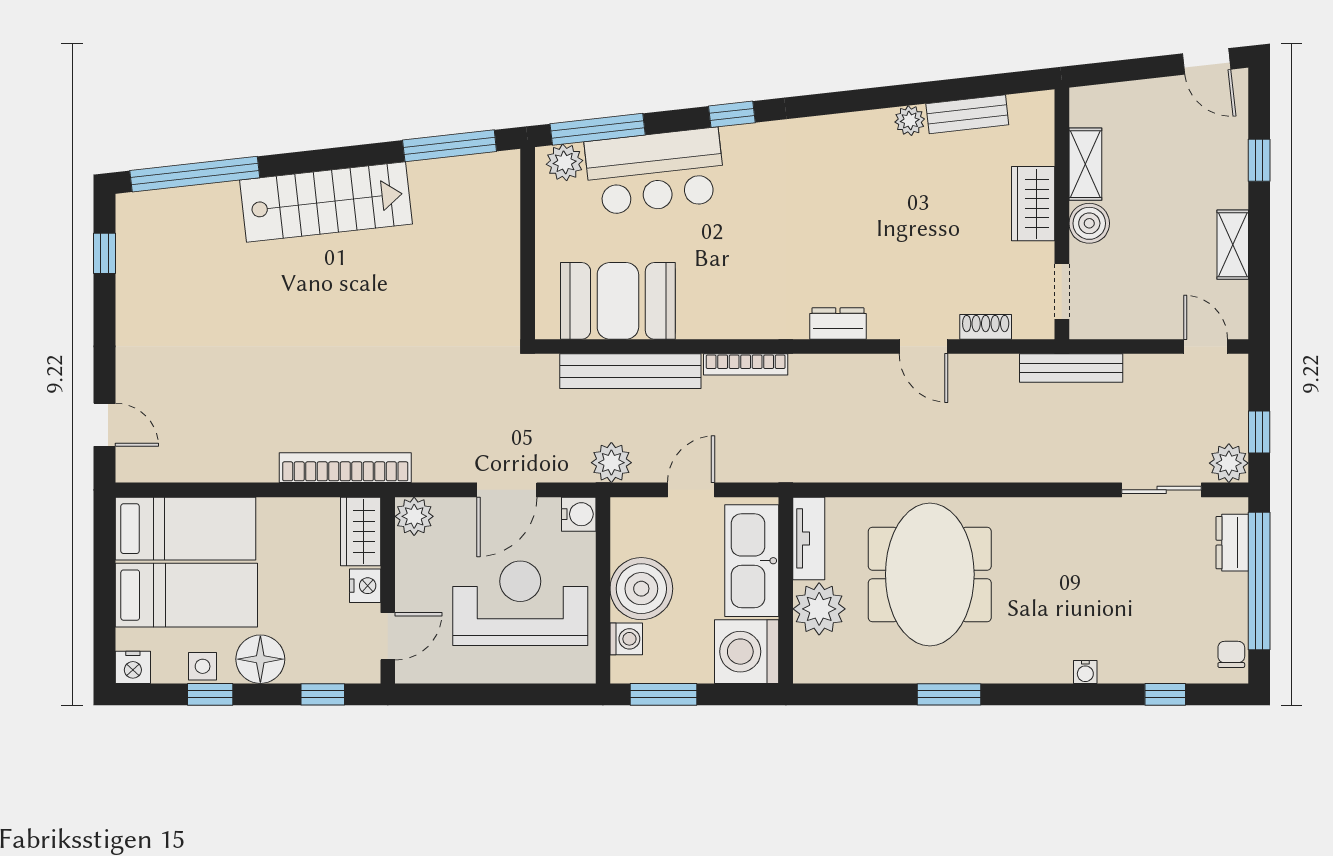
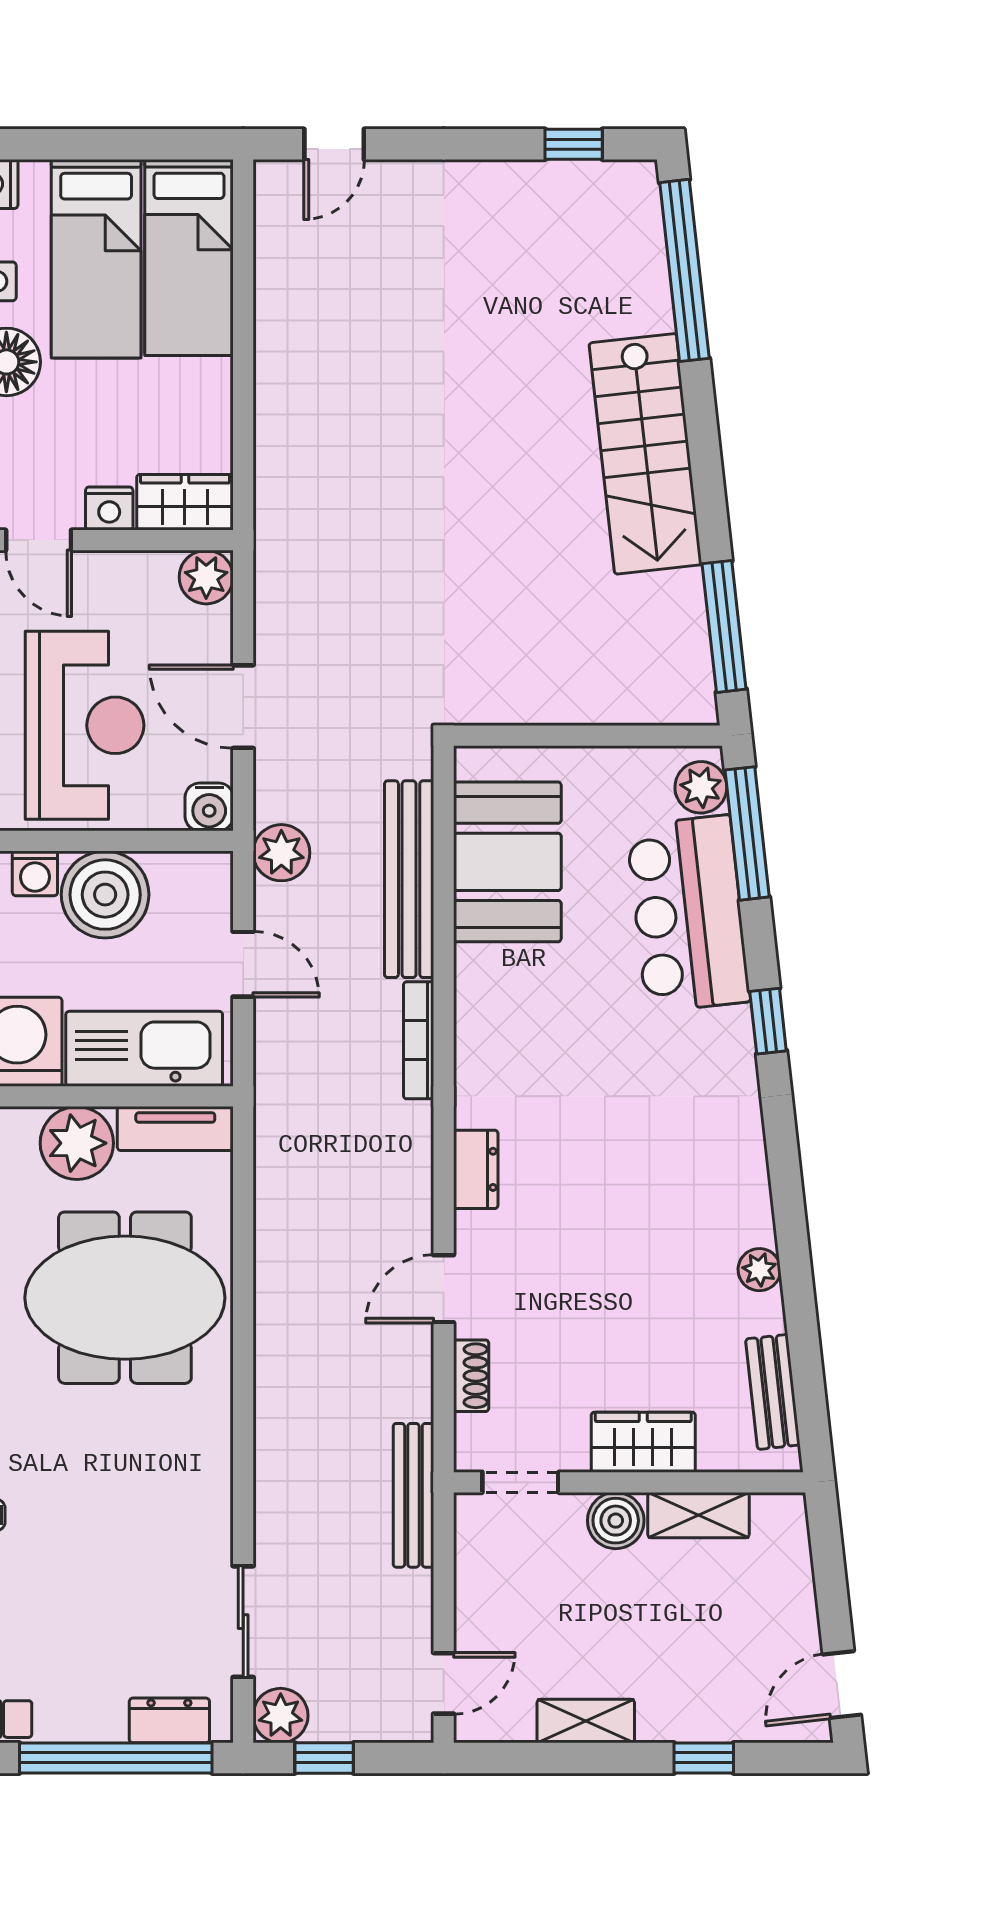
bench: (967, 114) -> (773, 1392), moved
bookcase: (345, 468) -> (274, 481), removed

